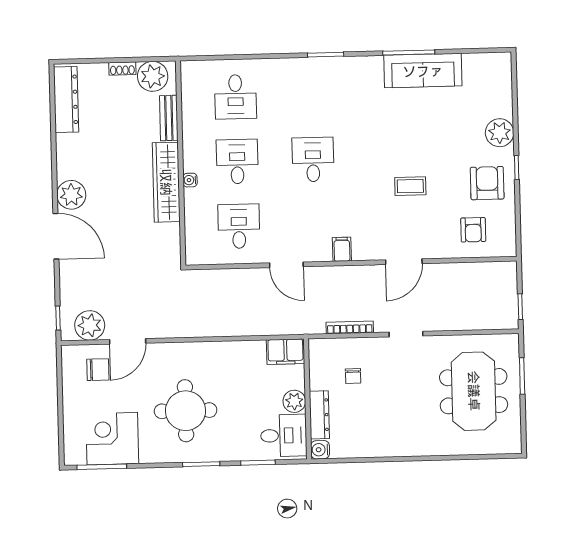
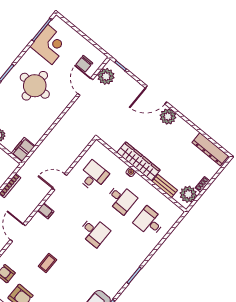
desk: (239, 226) -> (93, 176), turned -90

